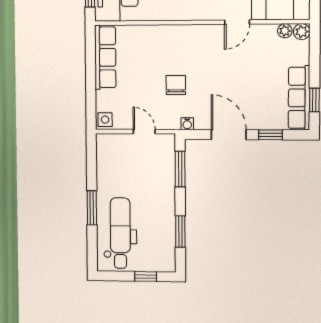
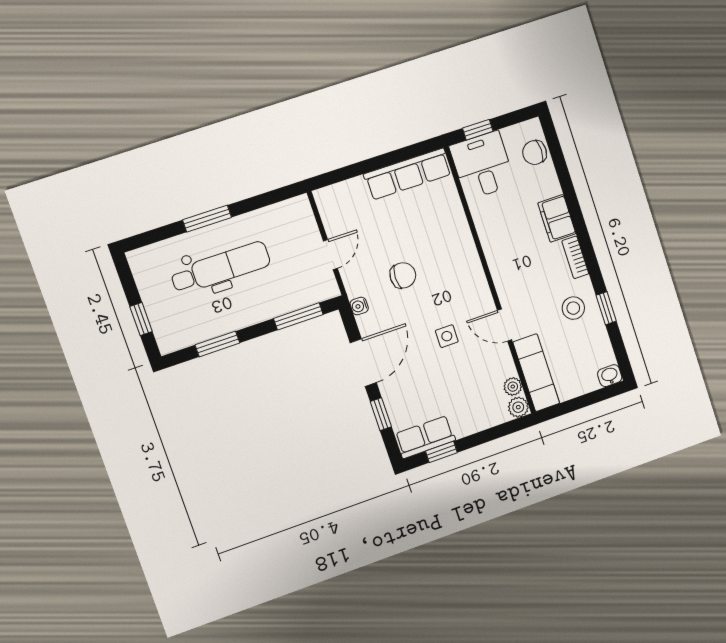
row of seats: (299, 98) -> (425, 437), width x0.68
side table: (105, 120) -> (447, 336), moved
dental chair: (120, 233) -> (221, 268), moved

